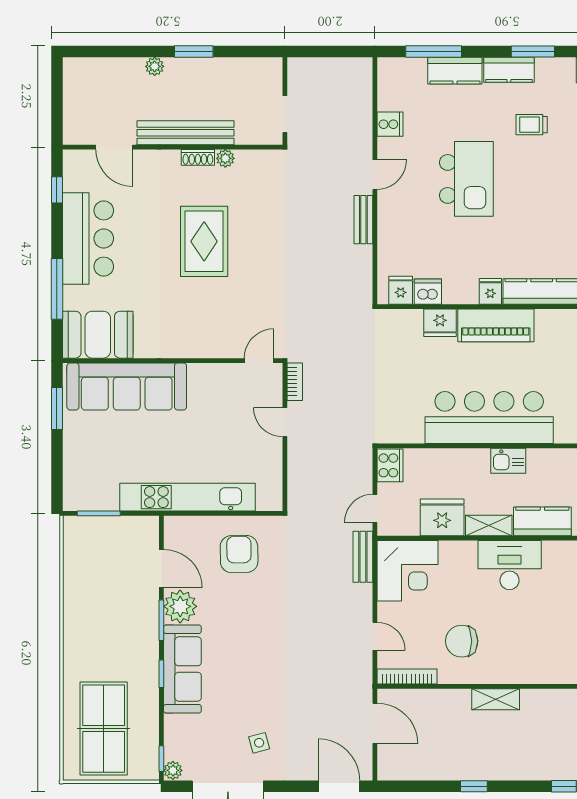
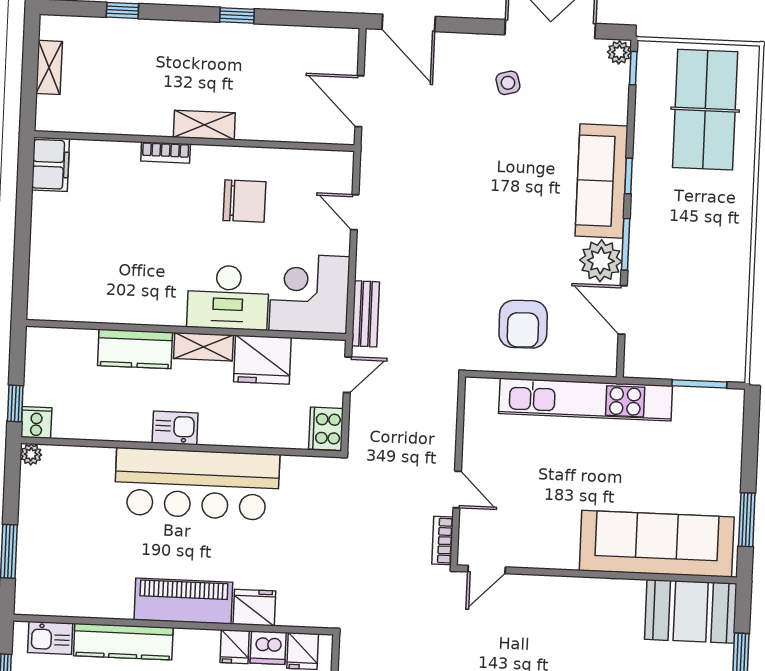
fridge: (490, 291) -> (235, 647), moved
desk: (510, 565) -> (228, 297), moved
bookcase: (407, 676) -> (166, 152), moved, width x0.64

